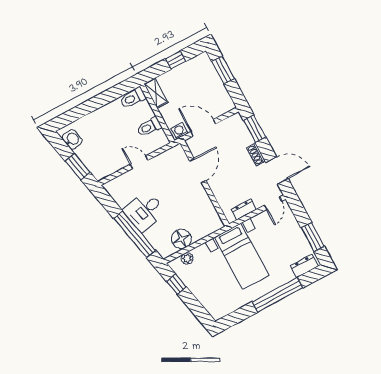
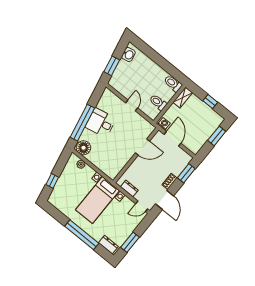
floor lamp: (181, 239) -> (83, 148), moved
window: (176, 284) -> (52, 181), moved

